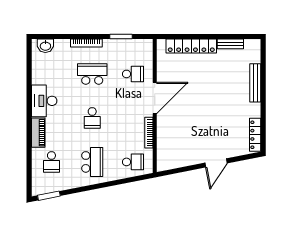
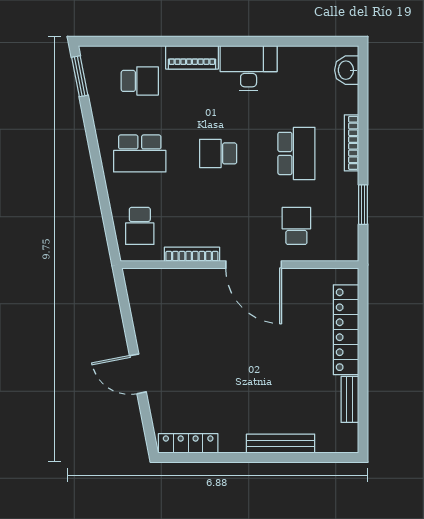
school desk: (133, 74) -> (296, 226), turned 180
school desk: (51, 162) -> (140, 81), turned 180

